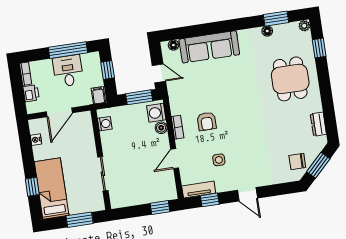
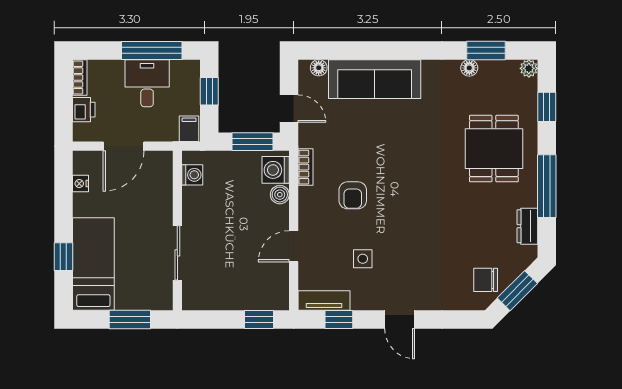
window: (327, 97) -> (547, 186), added
bookcase: (178, 127) -> (306, 167), moved

